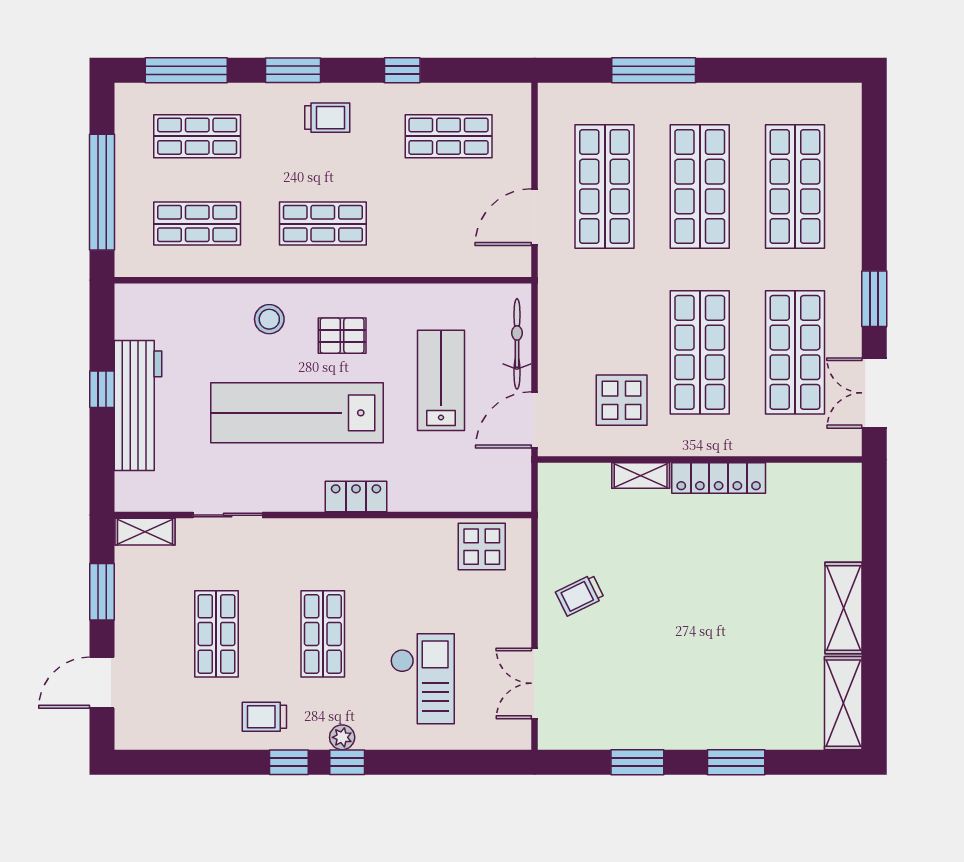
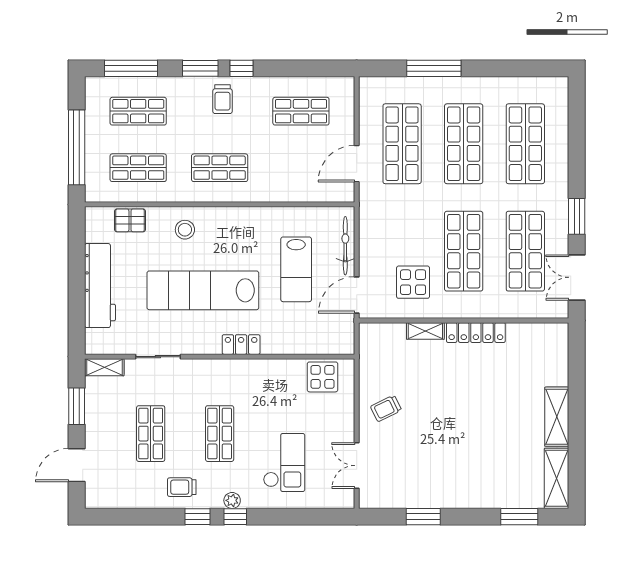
window: (402, 70) -> (242, 68), moved
trolley: (327, 118) -> (222, 99), turned 90
pallet: (342, 336) -> (130, 220), moved
lab bench: (441, 380) -> (296, 269), turned 180
window: (102, 389) -> (77, 275), removed
window: (736, 762) -> (519, 517), moved

